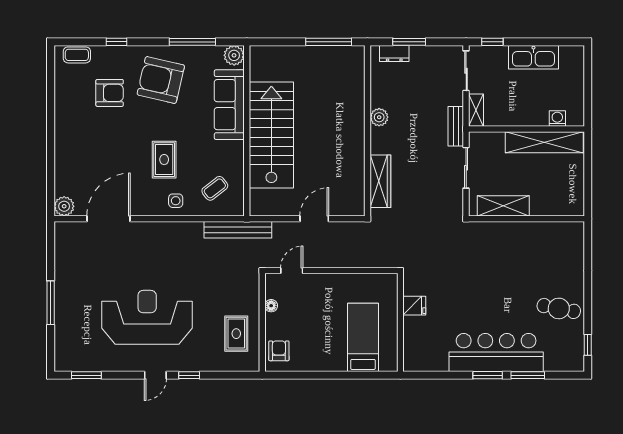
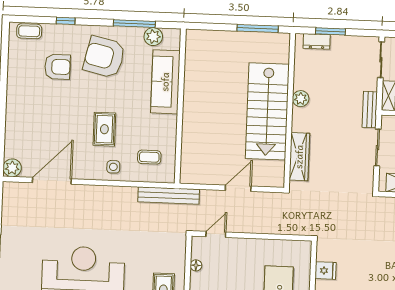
plant: (234, 55) -> (153, 37), moved
stairs: (271, 135) -> (267, 111), moved, turned 180
coffee table: (215, 188) -> (149, 157), turned 38

